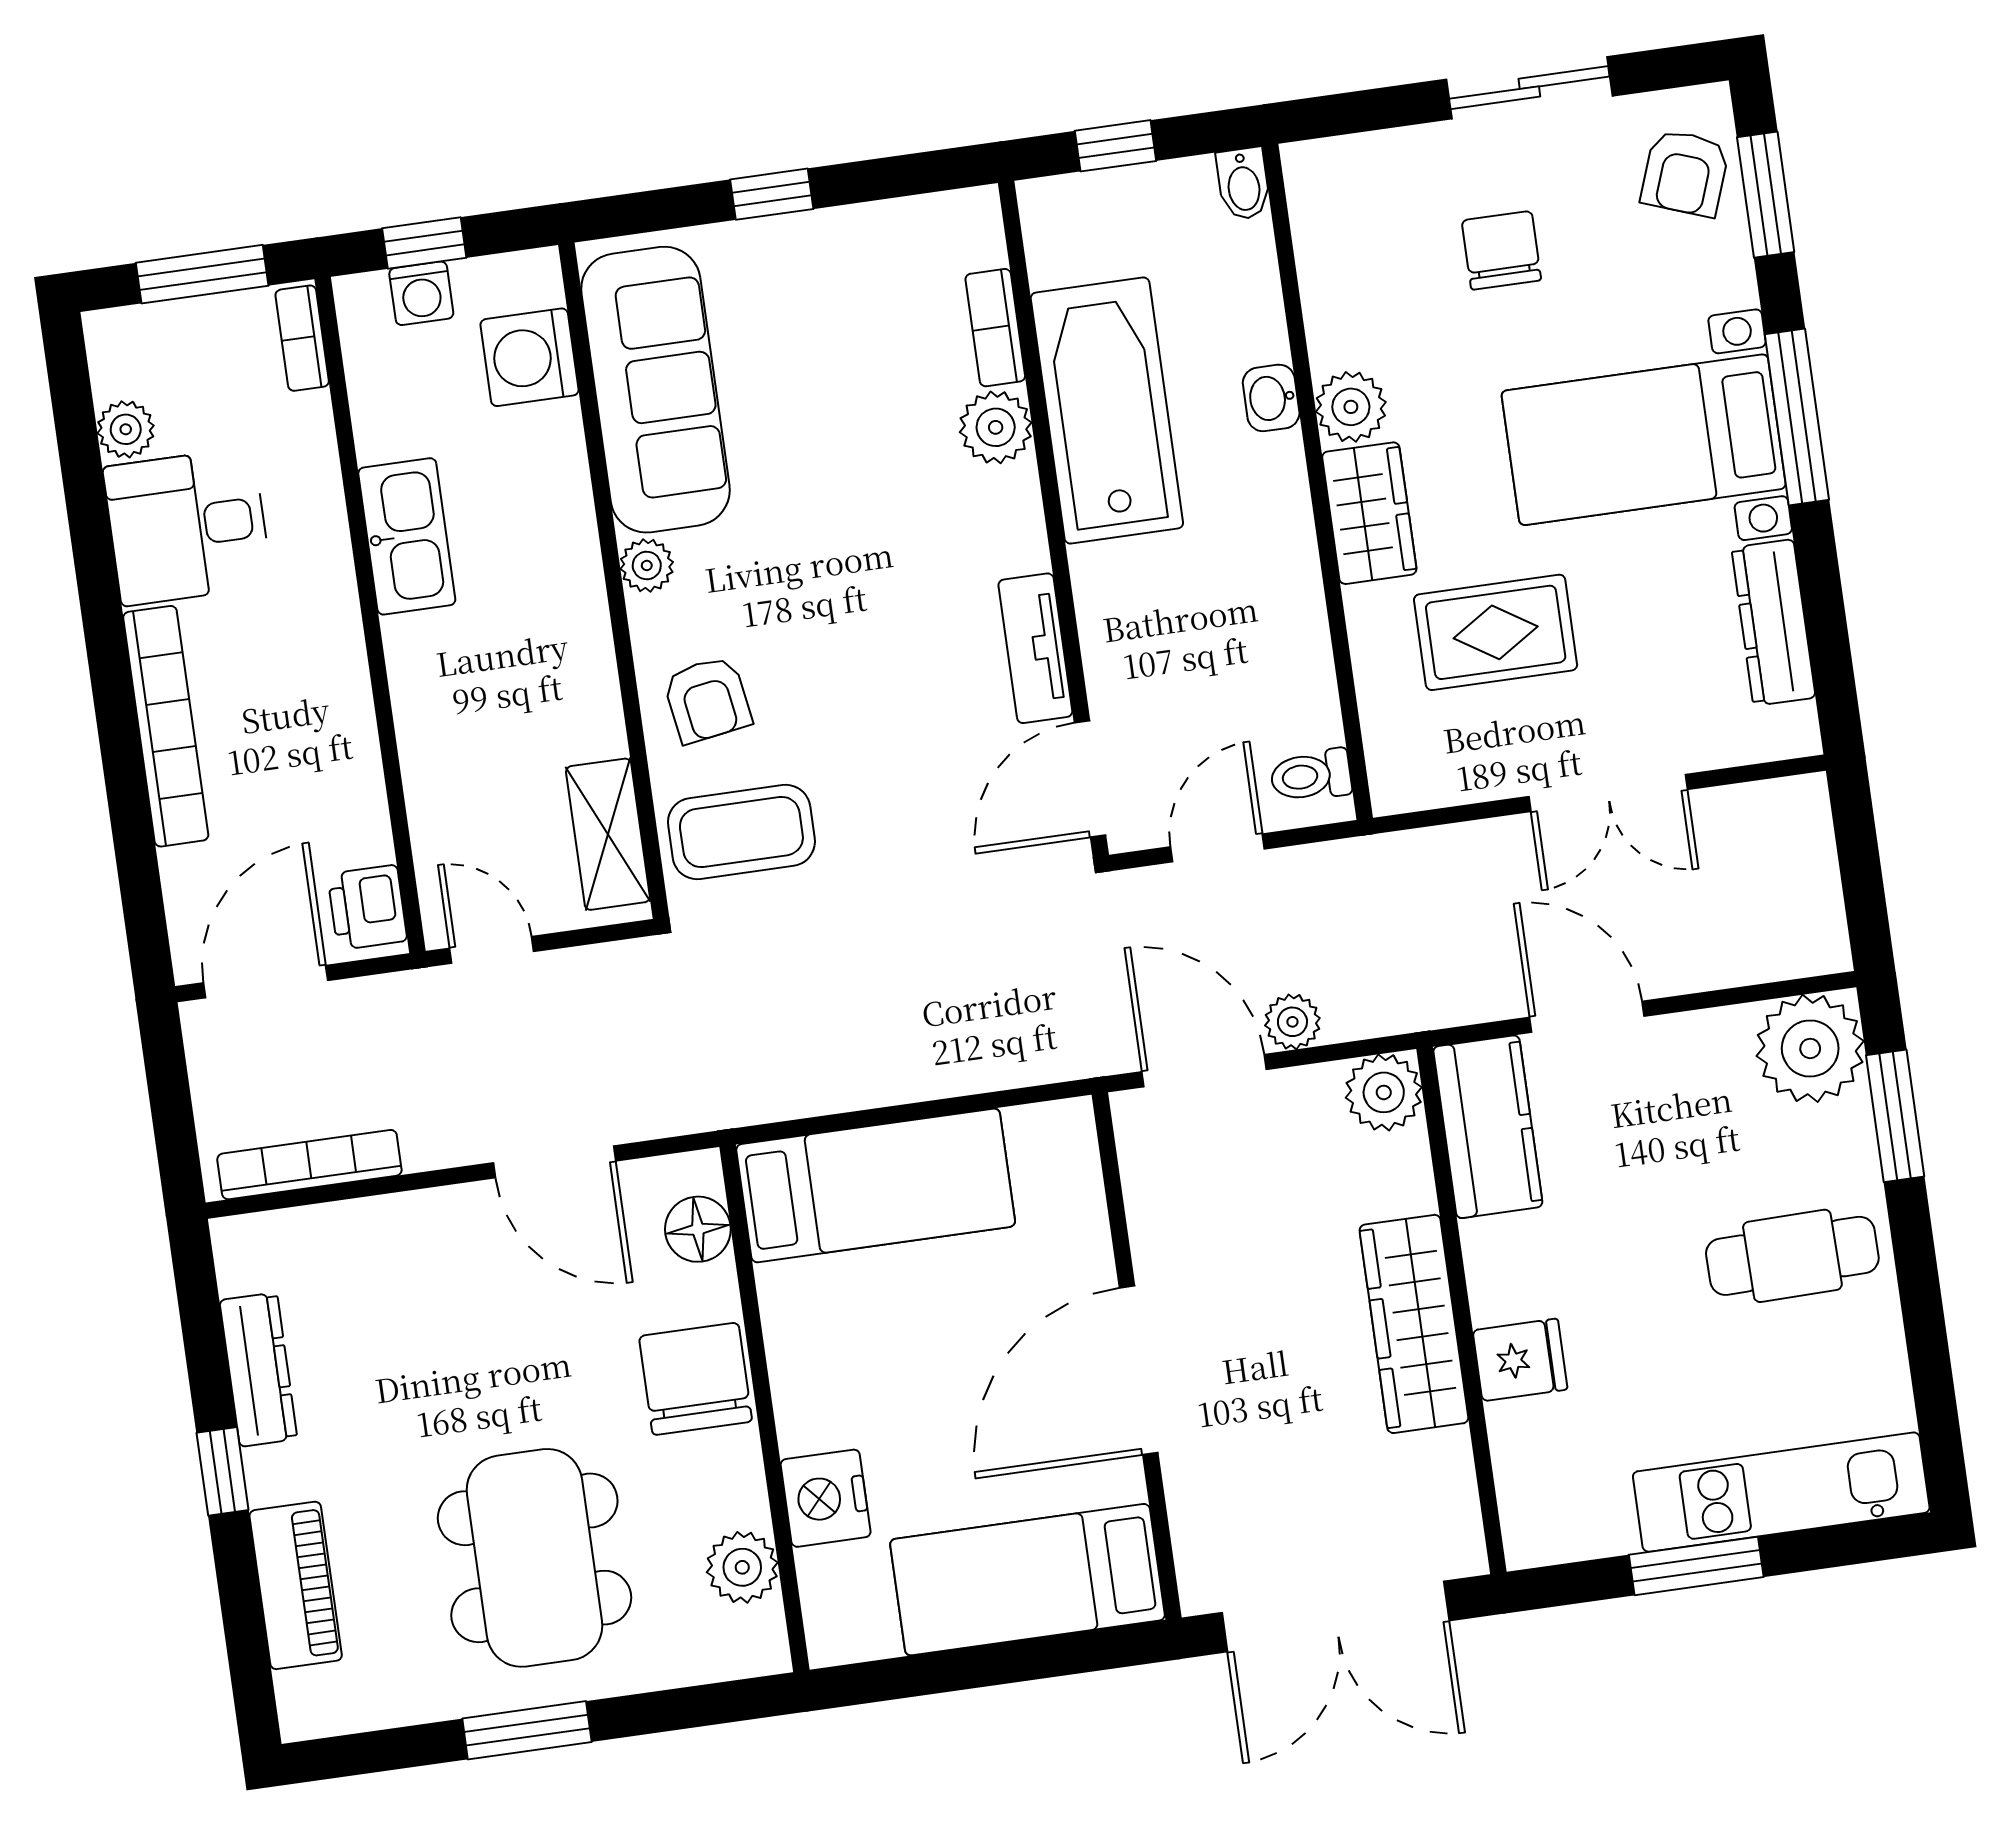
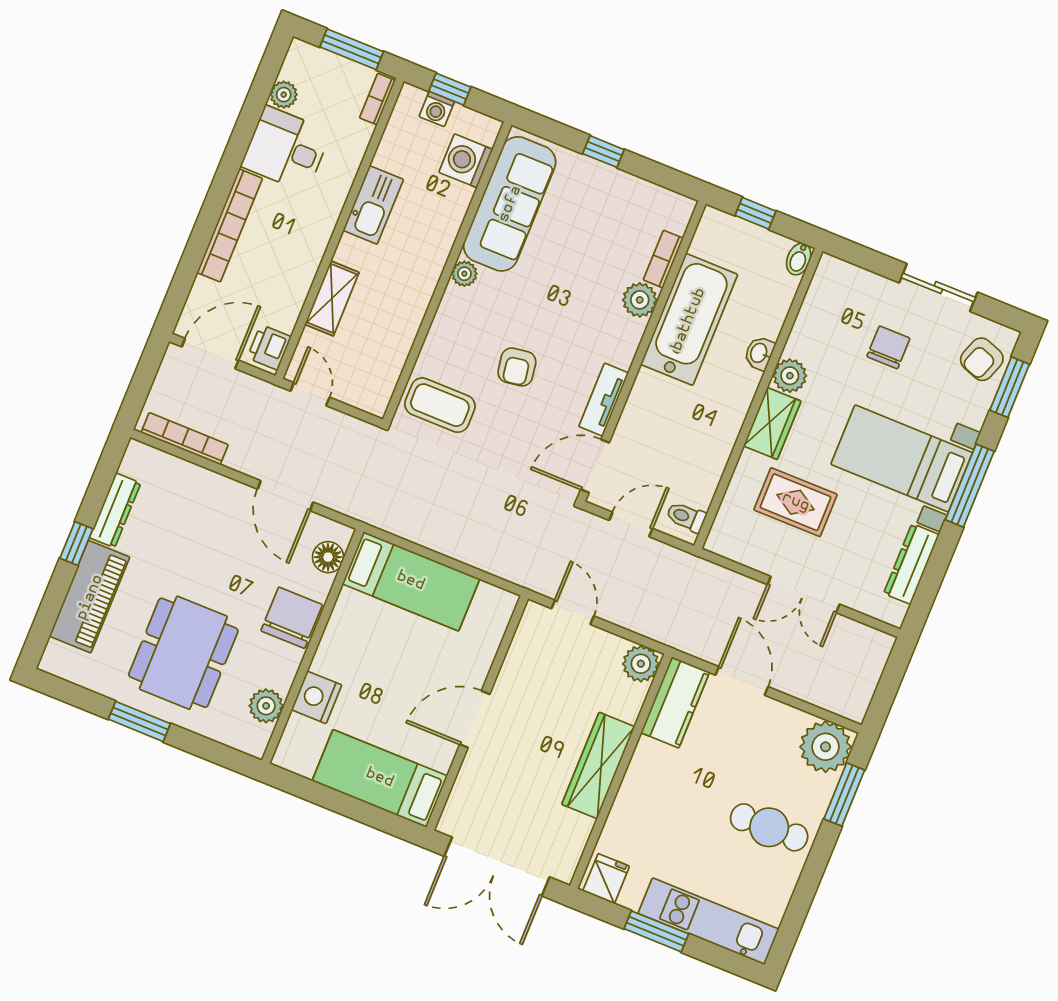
armchair: (707, 700) -> (517, 367), moved
shelving: (608, 834) -> (332, 298), moved
plant: (1292, 1022) -> (620, 613), removed
door: (1204, 1071) -> (573, 612), width x0.73
fridge: (1520, 1360) -> (606, 879), moved, turned -90
door: (1139, 1370) -> (475, 719), width x0.73
piano: (296, 1585) -> (90, 597), width x1.37, depth x1.33

